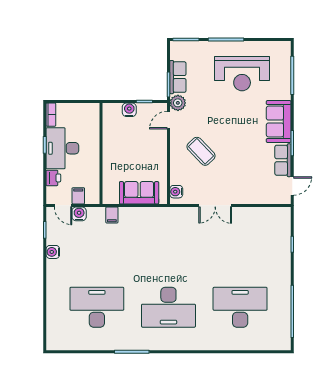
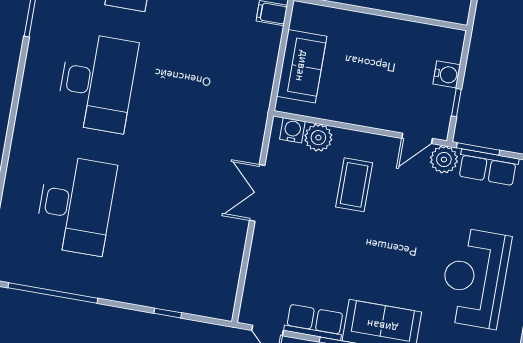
door: (168, 120) -> (417, 138), swing flipped
coffee table: (201, 151) -> (354, 185), turned -46
plant: (178, 176) -> (318, 138), added
desk: (168, 307) -> (97, 82), turned 180

